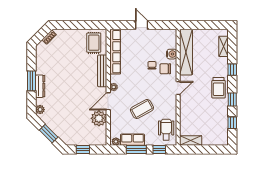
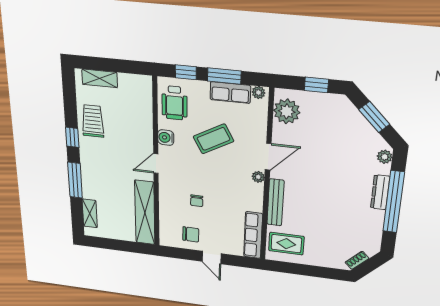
rug: (94, 43) -> (286, 244), turned 90
row of seats: (115, 52) -> (253, 235), width x0.73
water cooler: (172, 54) -> (166, 138), moved
chair: (165, 69) -> (191, 234), moved
window: (232, 70) -> (75, 180), width x2.17
window: (32, 81) -> (394, 202), width x2.11
trolley: (219, 88) -> (93, 121), moved
plant: (99, 118) -> (287, 111), moved
window: (232, 123) -> (70, 102), removed
shelving: (191, 140) -> (100, 78), moved

